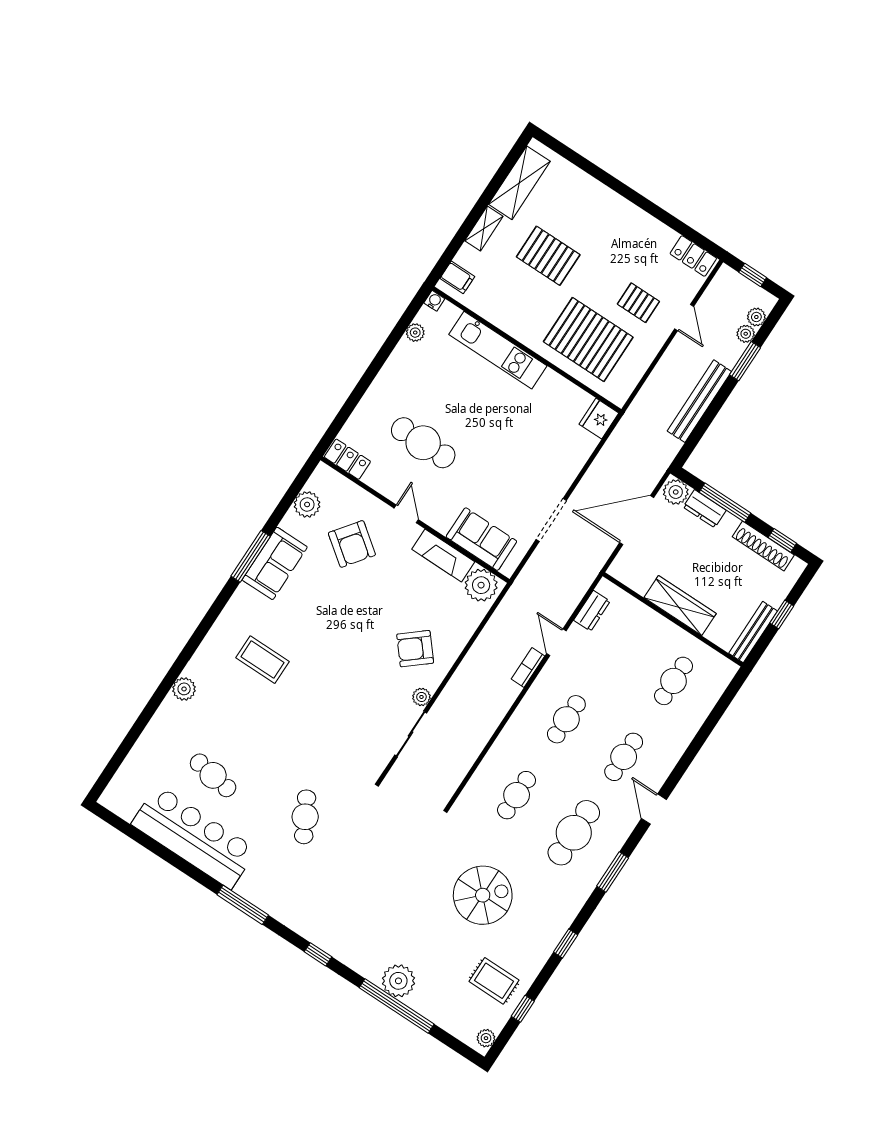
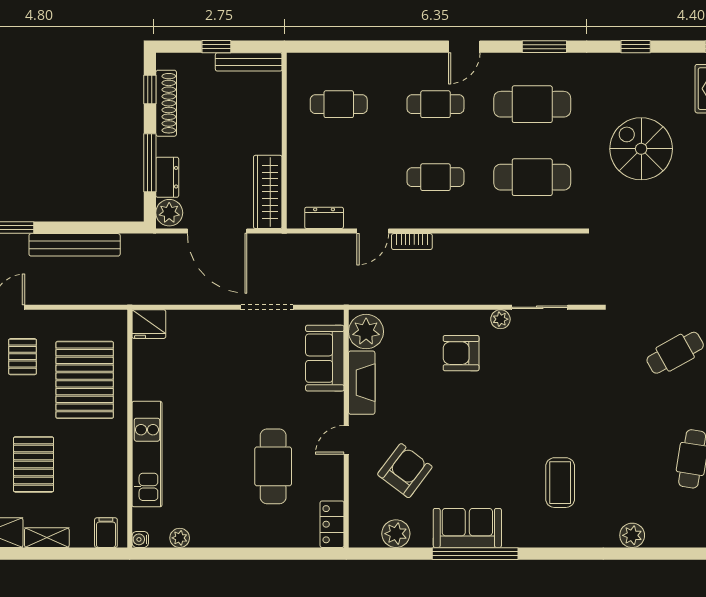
window: (251, 556) -> (475, 554), width x1.46
wardrobe: (680, 606) -> (268, 192), moved
armchair: (415, 649) -> (461, 353), turned 130
cafe table: (517, 795) -> (532, 177), width x1.37, depth x1.35

